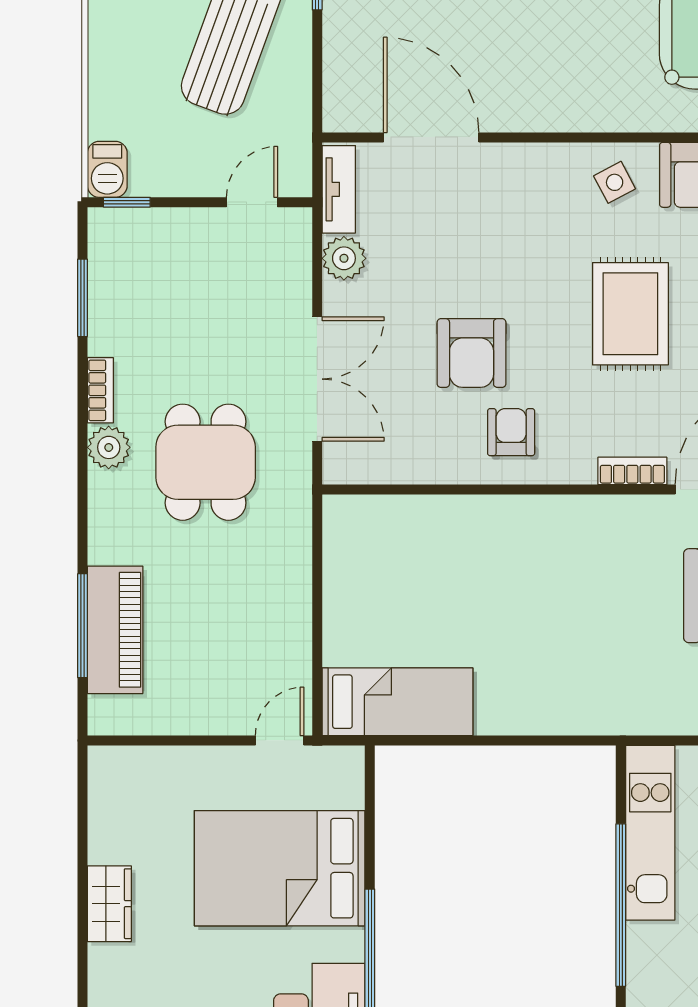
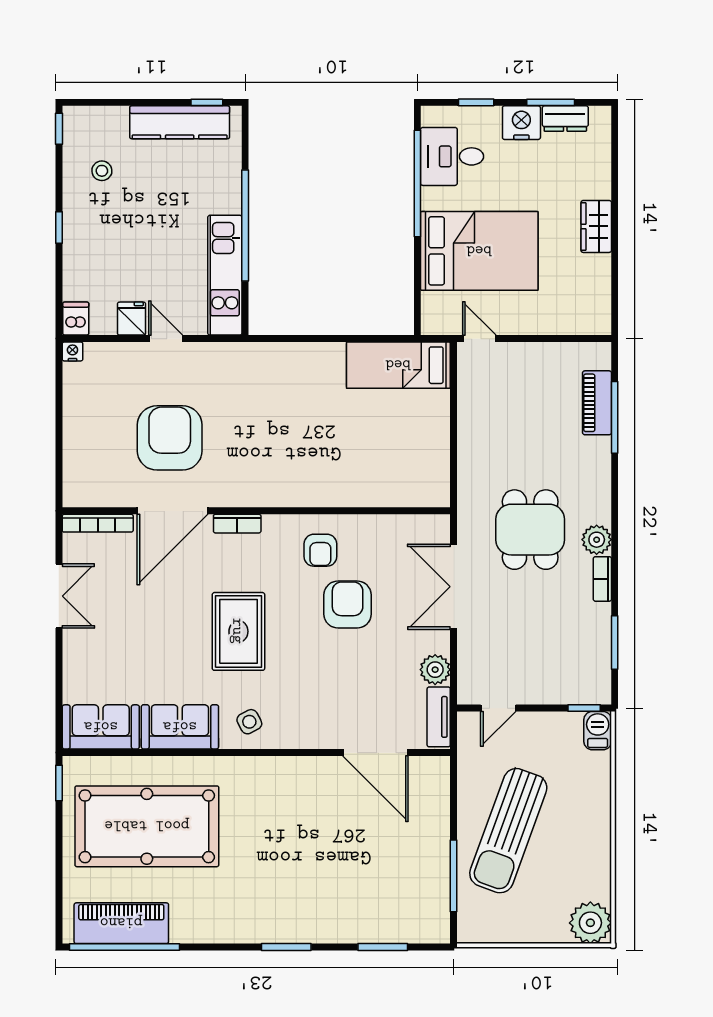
piano: (115, 630) -> (597, 403), width x0.73, depth x0.75
door: (280, 740) -> (479, 339), swing flipped

